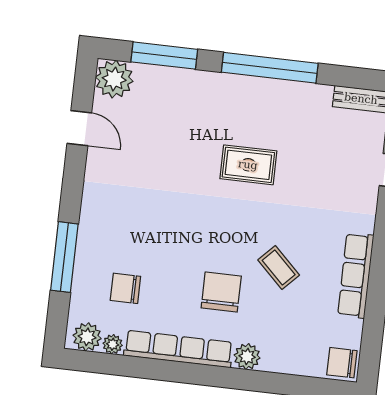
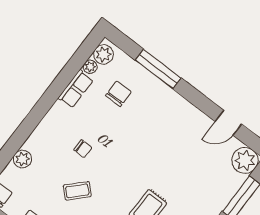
chair: (221, 292) -> (83, 149), width x0.54, depth x0.54
row of seats: (178, 349) -> (76, 89), width x0.50
plant: (247, 357) -> (22, 159), moved

